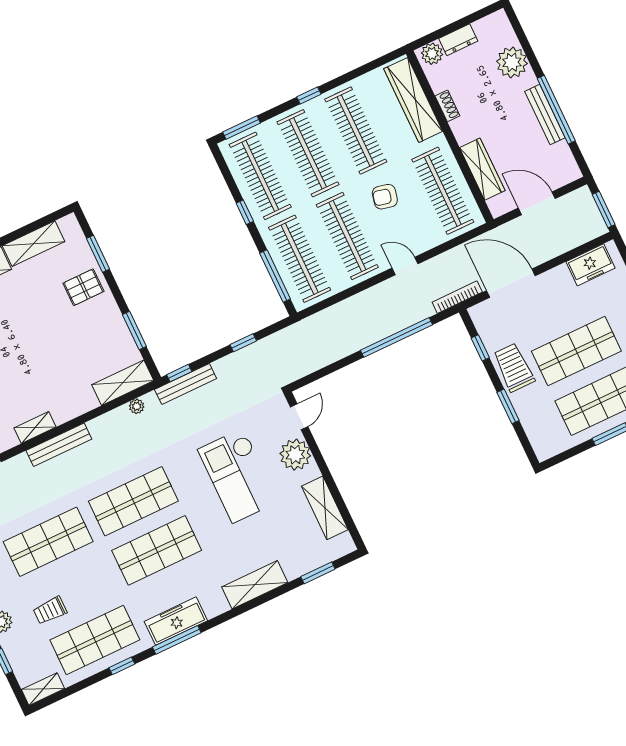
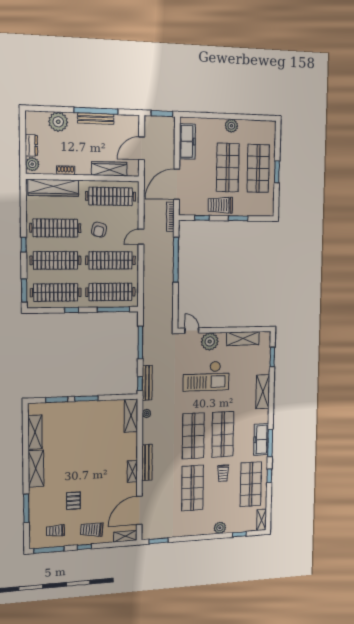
freezer: (590, 265) -> (187, 141), width x1.40
pallet: (83, 287) -> (71, 415), removed
window: (134, 330) -> (86, 398), moved
window: (243, 343) -> (140, 343), width x2.17
trolley: (50, 610) -> (223, 473), moved

